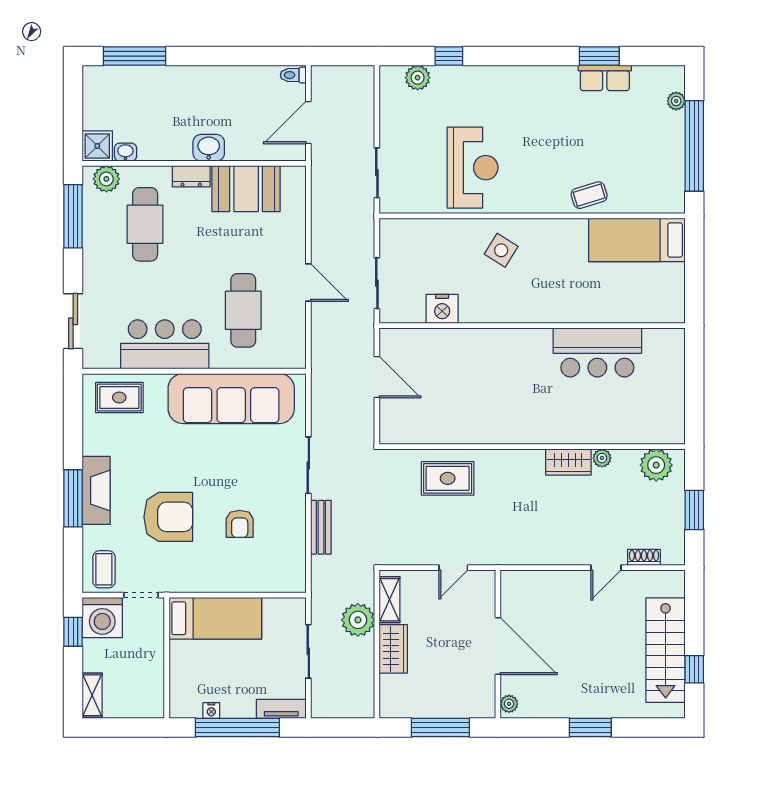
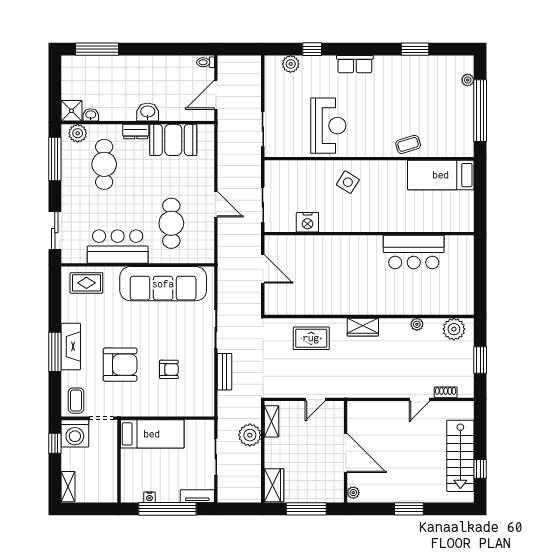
row of seats: (605, 78) -> (355, 64), moved
wardrobe: (568, 462) -> (363, 327), moved
armchair: (240, 524) -> (169, 369), turned -90
wardrobe: (393, 649) -> (274, 485), moved

